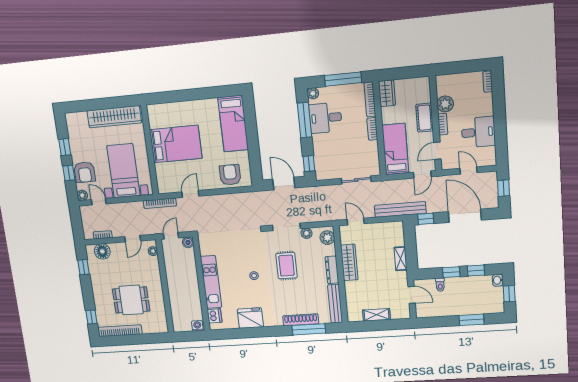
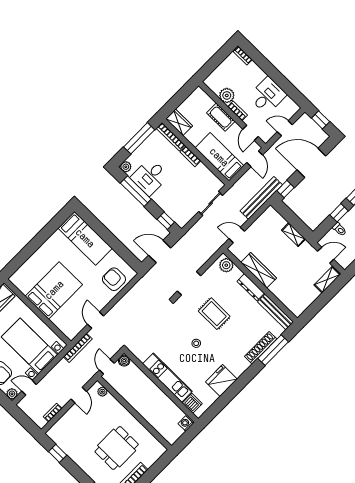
plant: (307, 233) -> (208, 275), removed
floor lamp: (102, 251) -> (63, 427), removed
shelving: (376, 315) -> (327, 280), moved

